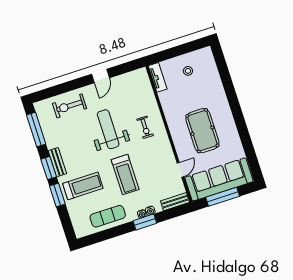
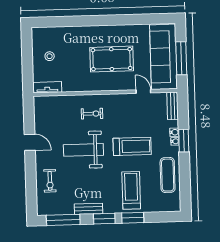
exercise bike: (69, 106) -> (50, 181), width x0.73, depth x0.72
bench: (57, 162) -> (89, 209), moved

